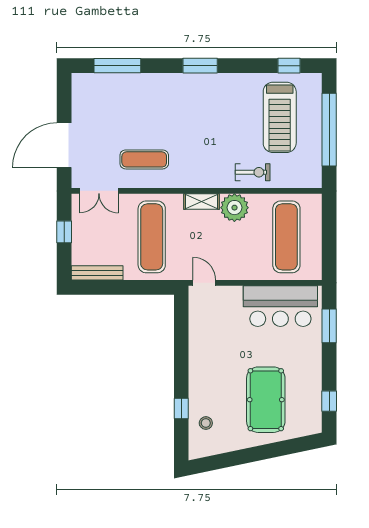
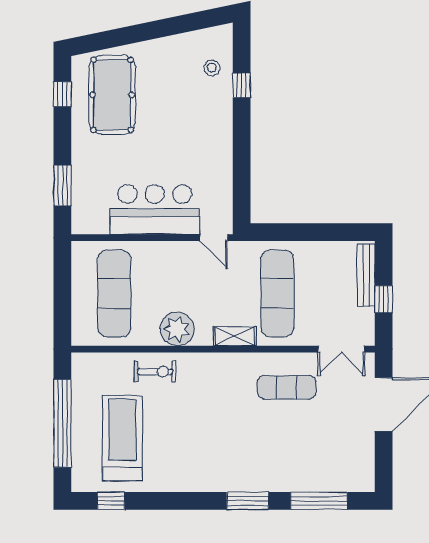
window: (200, 66) -> (248, 501), moved
exercise bike: (253, 172) -> (155, 372), turned 180
double door: (99, 191) -> (341, 349), swing flipped
shelving: (202, 202) -> (235, 336), moved
bench: (97, 273) -> (366, 275), moved, turned 90
bar counter: (280, 306) -> (155, 210), moved
pool table: (266, 400) -> (112, 95), moved

